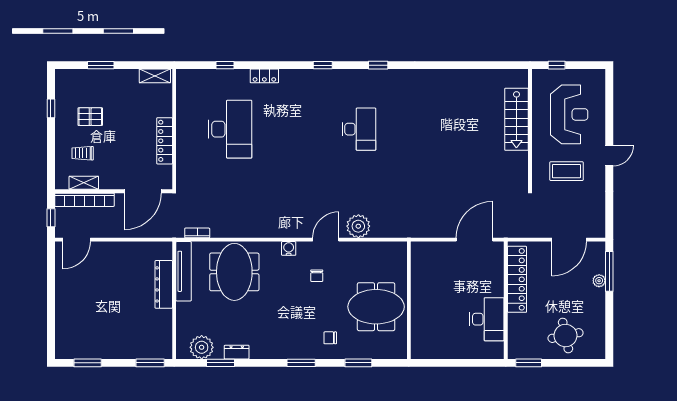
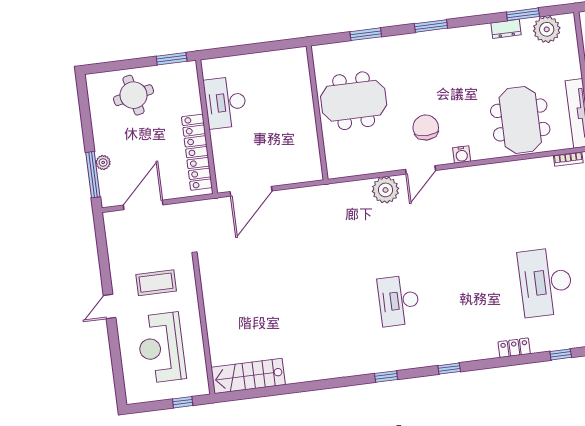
stairs: (516, 119) -> (248, 376), moved, turned -90
chair: (317, 276) -> (426, 127), width x1.87, depth x1.87
chair: (330, 338) -> (401, 59), removed

